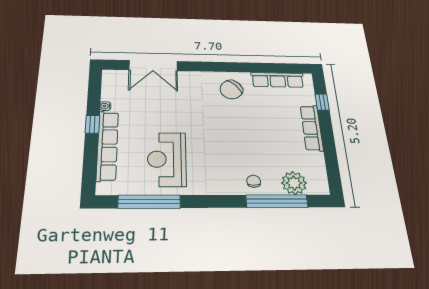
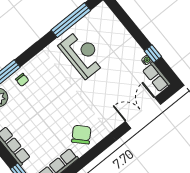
window: (92, 124) -> (153, 54), moved
row of seats: (107, 146) -> (156, 77), moved, width x0.50

